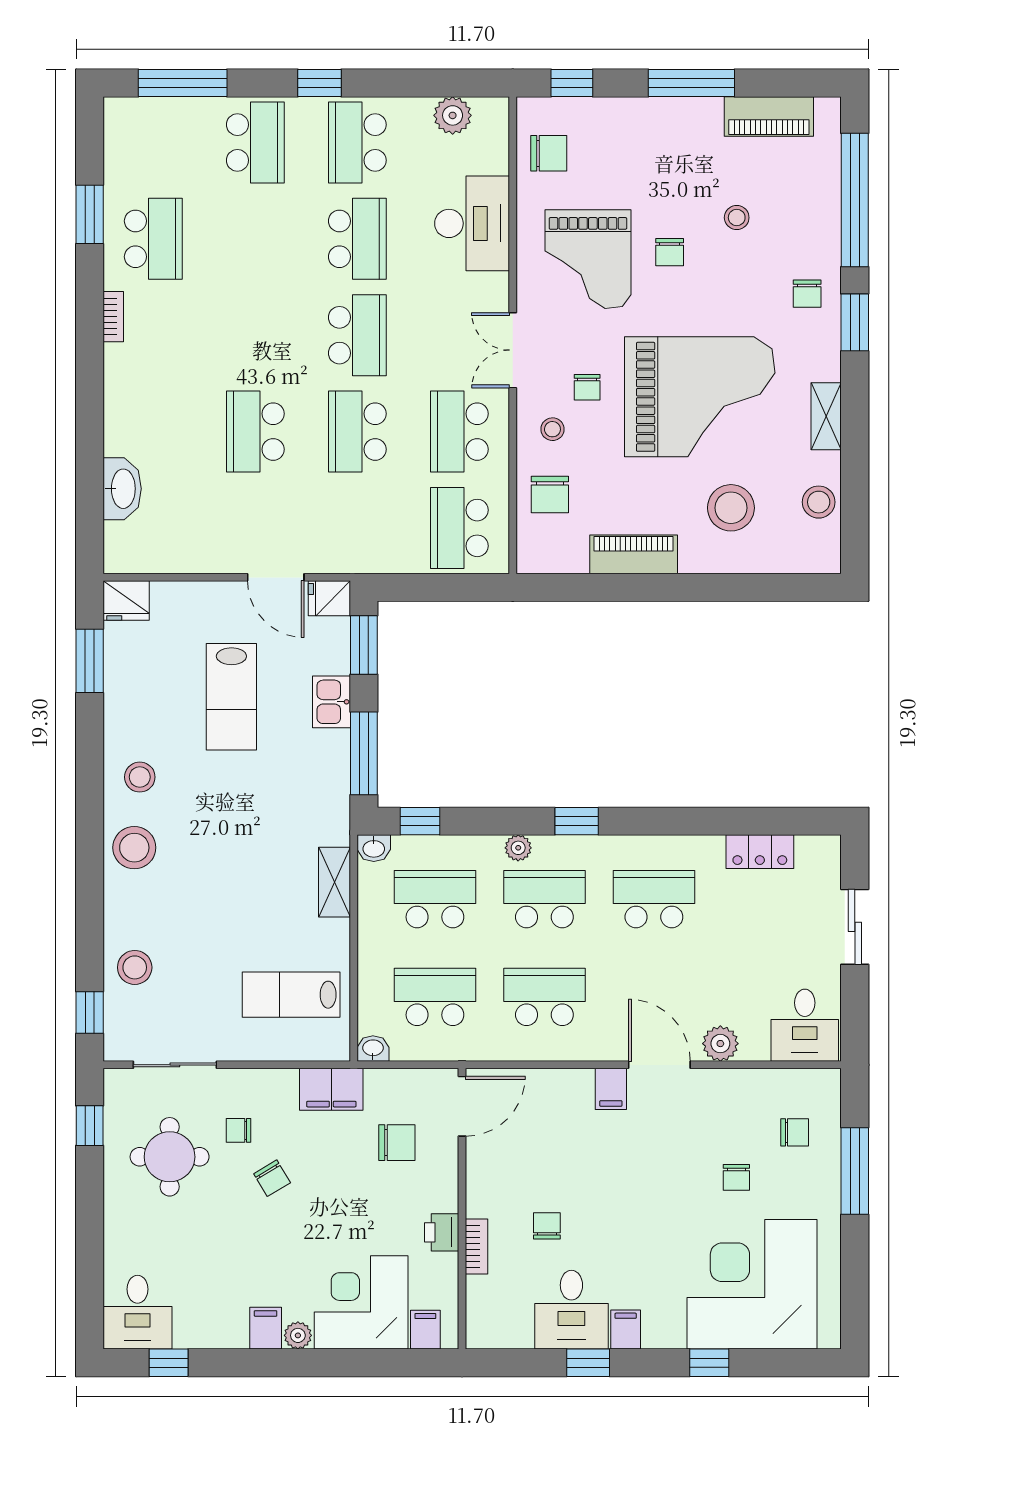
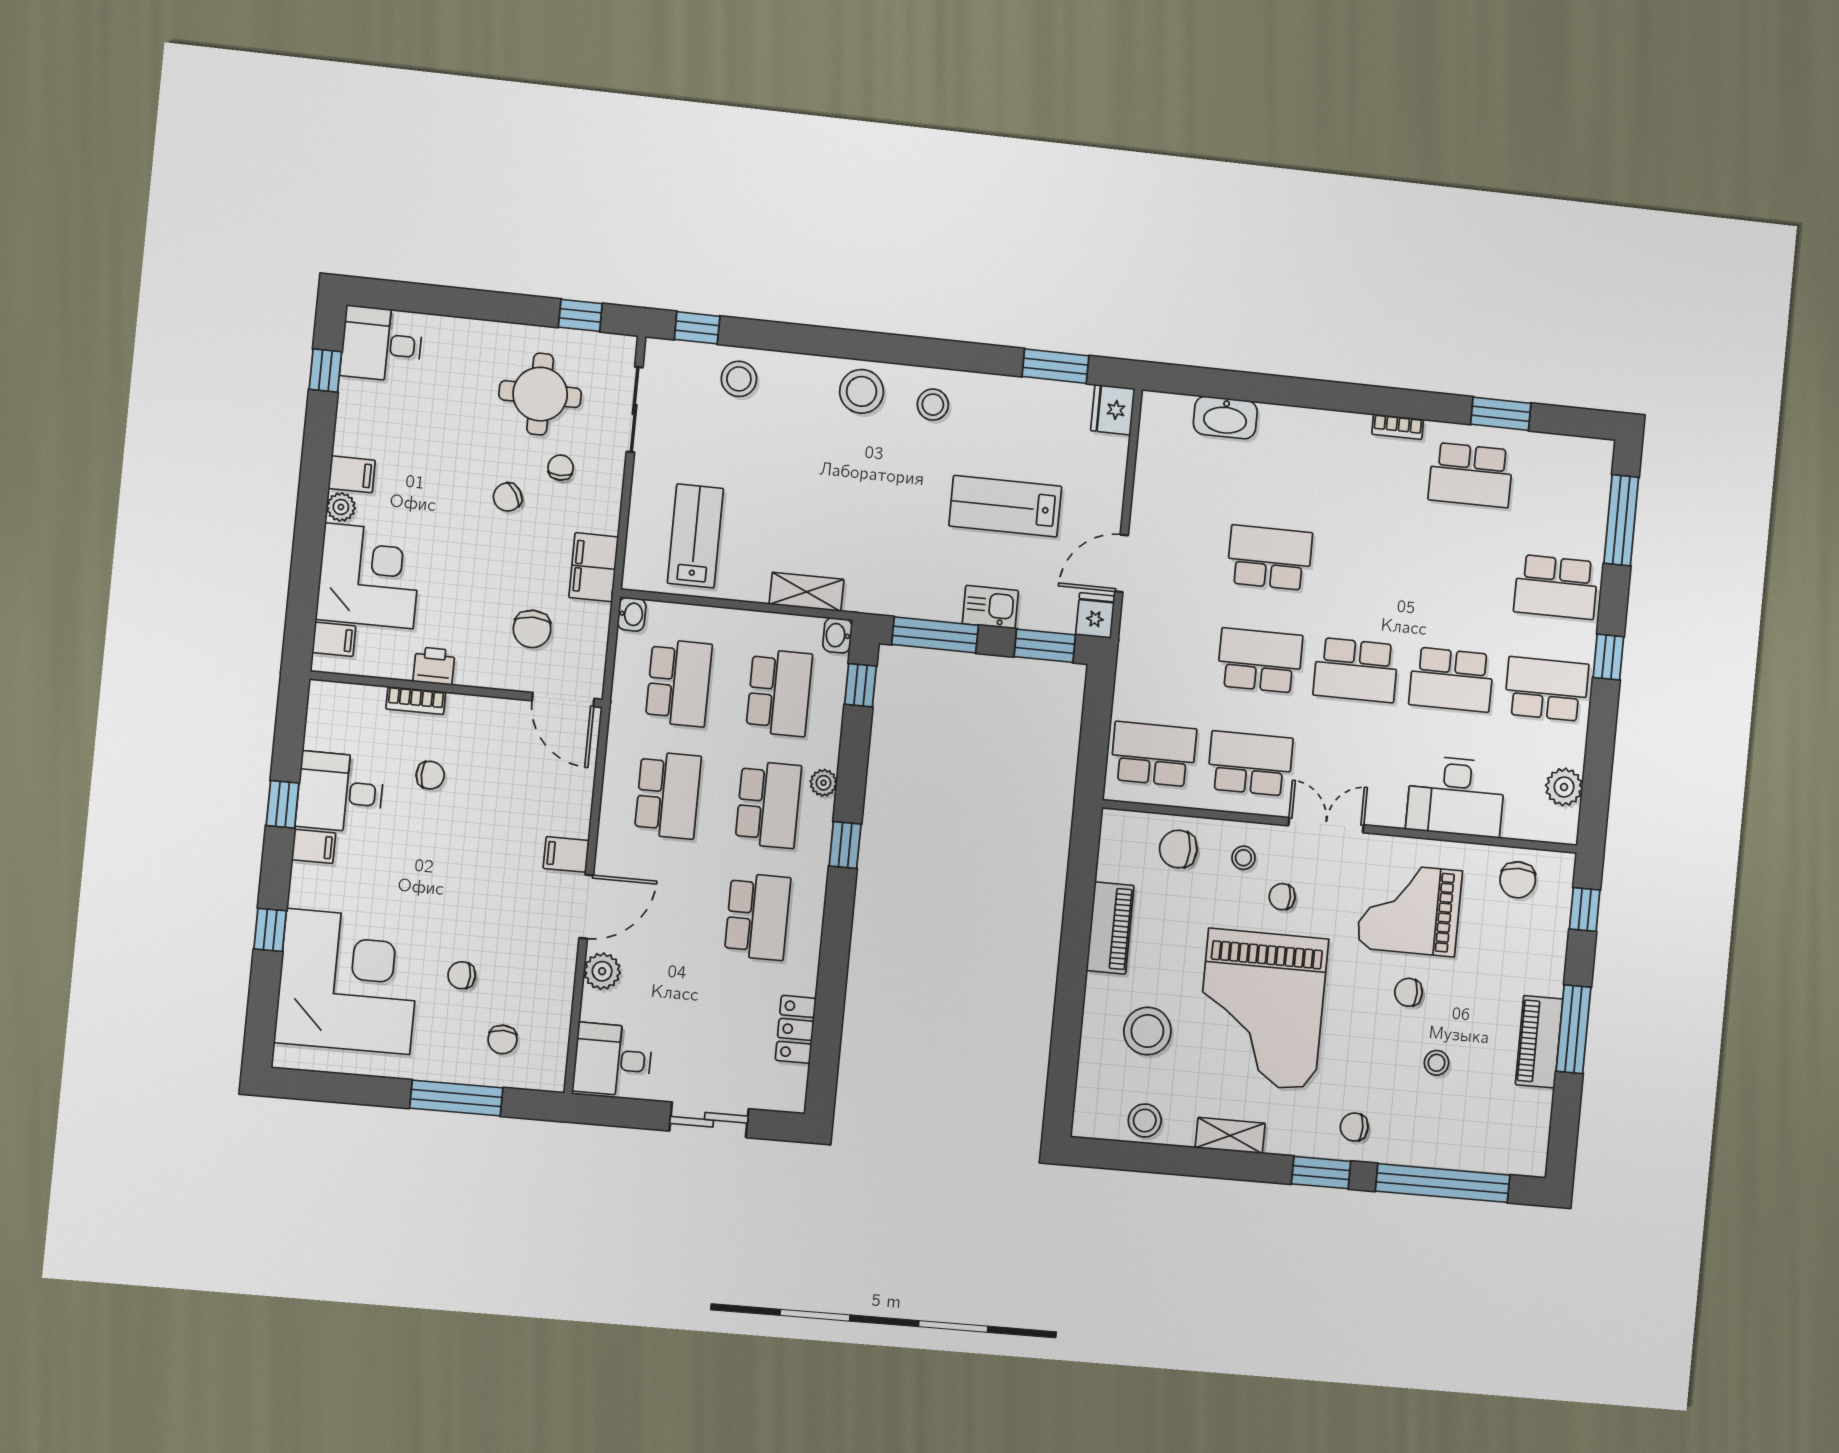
piano: (769, 116) -> (1539, 1042), moved

